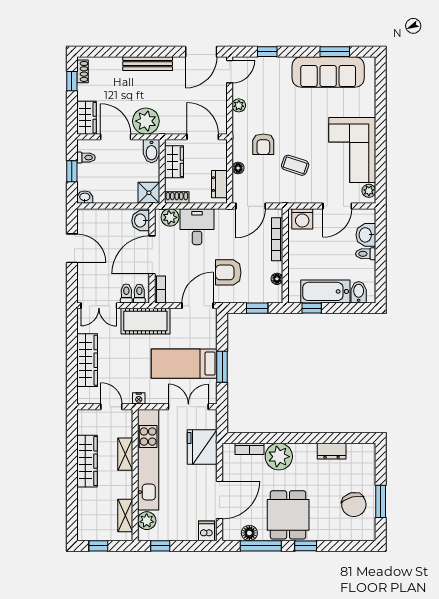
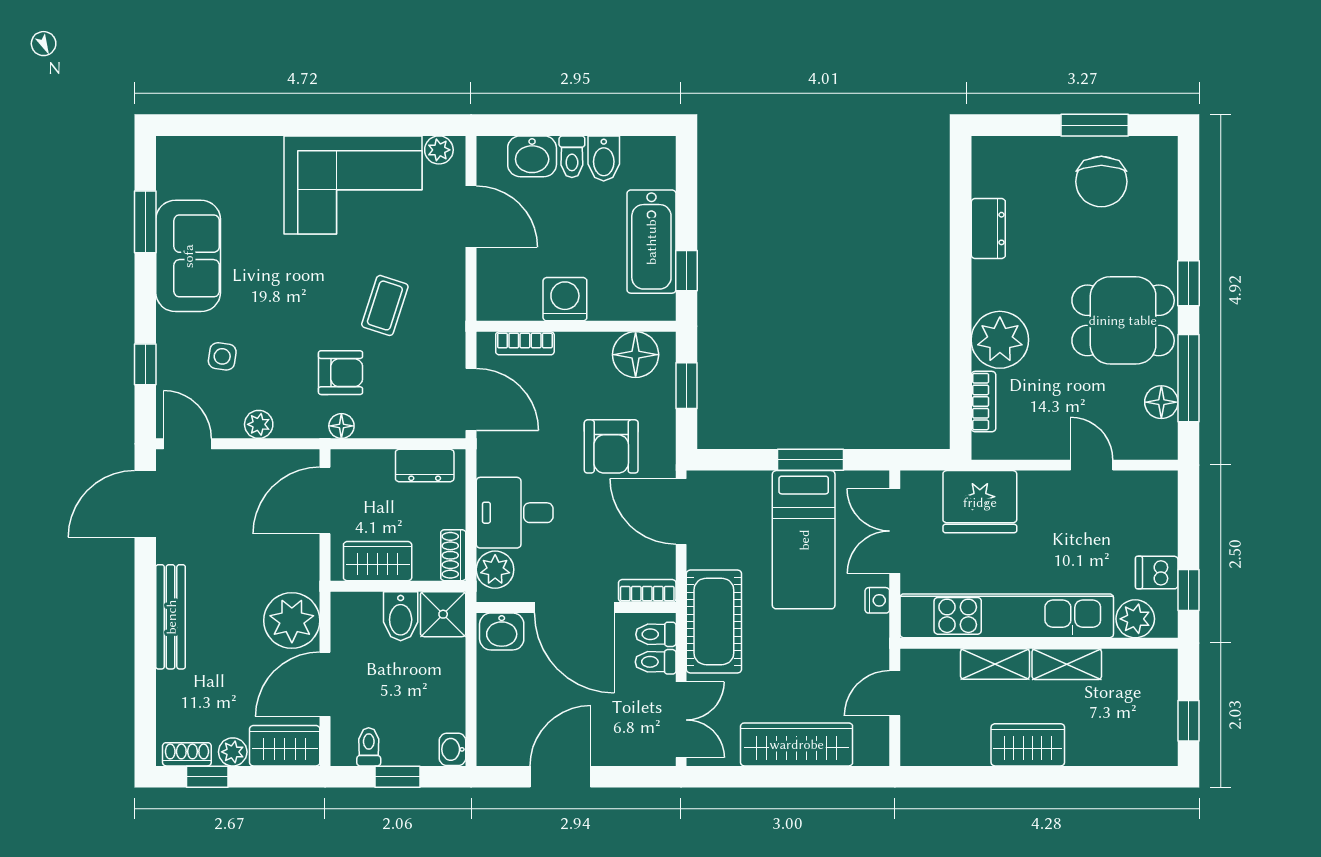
door: (201, 52) -> (145, 504), swing flipped
sofa: (328, 72) -> (188, 256), width x0.73
side table: (271, 88) -> (222, 356), added
plant: (84, 93) -> (233, 752), added
bidet: (152, 151) -> (401, 616), moved, turned 90
floor lamp: (238, 168) -> (341, 426), moved
washing machine: (302, 219) -> (565, 299), moved, turned -90
bookcase: (277, 239) -> (525, 343), width x0.64
floor lamp: (277, 279) -> (636, 355), width x1.89, depth x1.89
bidet: (359, 292) -> (604, 158), moved, turned -90
nightstand: (139, 398) -> (877, 600), moved
wardrobe: (87, 461) -> (1028, 745), width x0.67
door: (219, 500) -> (1092, 465), width x0.53
chair: (354, 505) -> (1101, 182), turned 105
shelving: (125, 515) -> (1067, 664), moved
dishwasher: (206, 531) -> (1157, 573), moved

